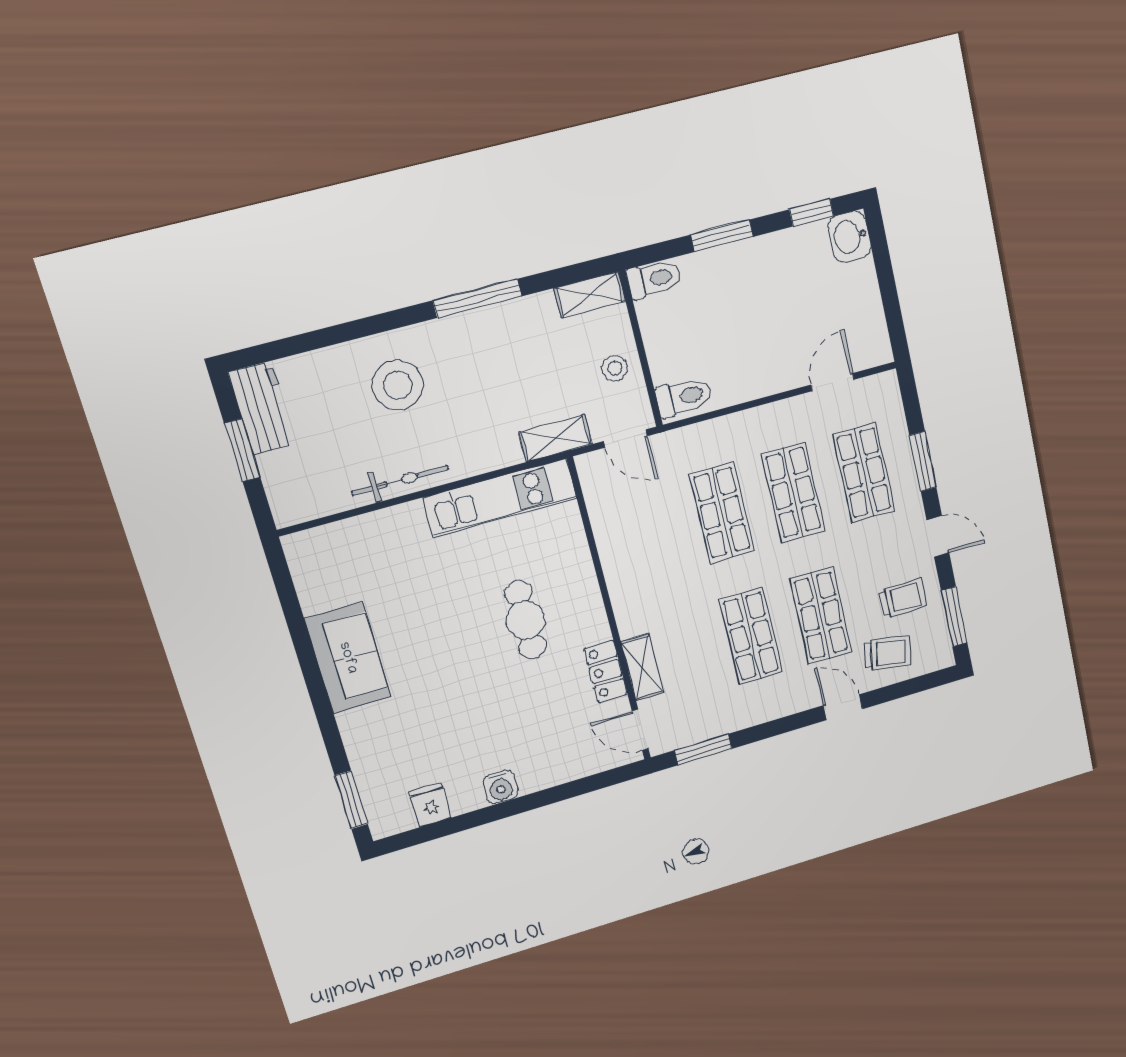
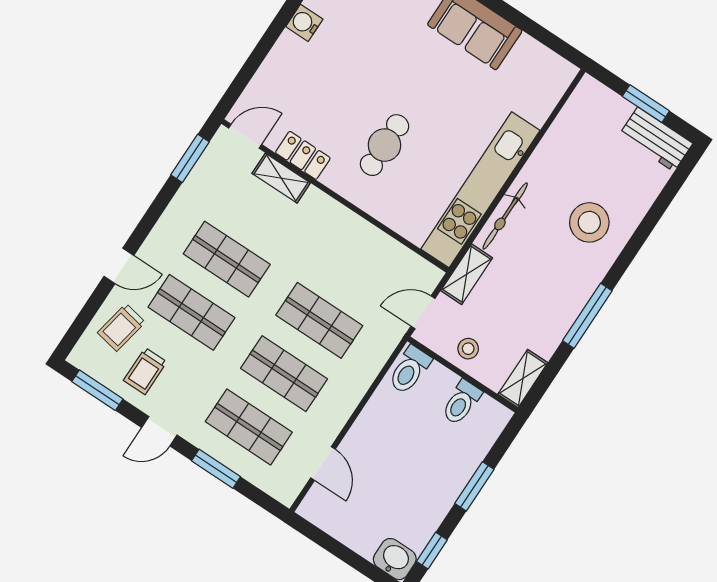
toilet: (654, 279) -> (461, 402), moved
bicycle: (400, 480) -> (505, 216), moved
kitchen unit: (500, 498) -> (480, 190), width x1.36
cafe table: (526, 620) -> (385, 145), turned 90

